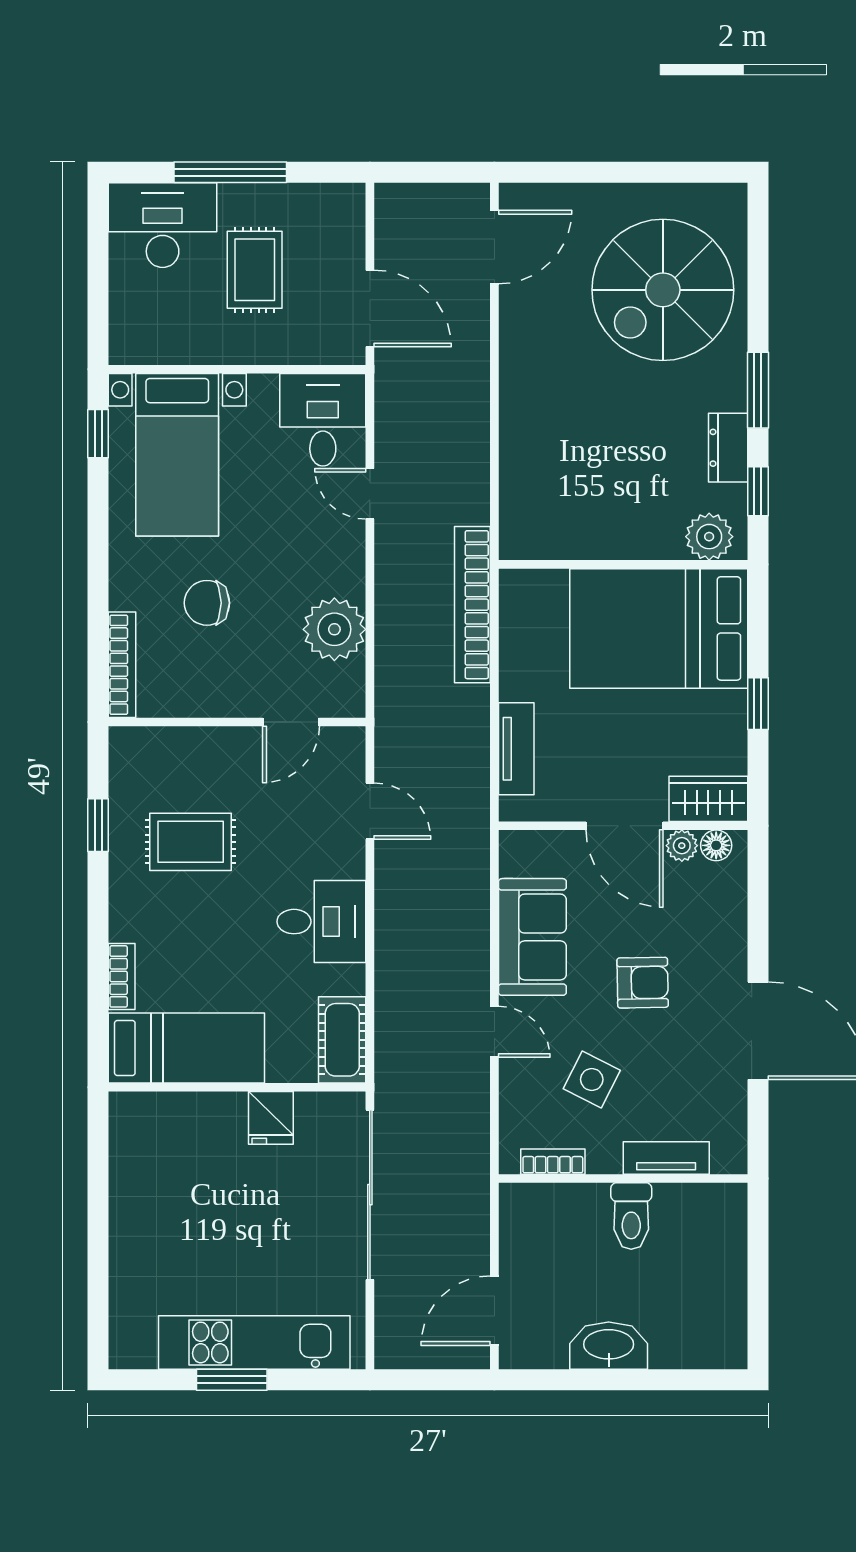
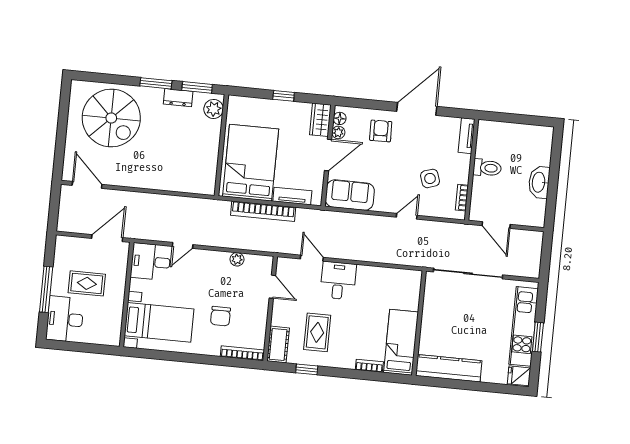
window: (98, 434) -> (147, 354), removed
window: (758, 491) -> (197, 87), width x1.50
bookcase: (472, 605) -> (263, 211), moved
bed: (659, 628) -> (251, 163), moved, turned 180
plant: (334, 629) -> (237, 259), width x0.53, depth x0.53
door: (370, 811) -> (312, 258), hinge flipped
desk: (321, 922) -> (338, 281), moved
sofa: (532, 937) -> (350, 195), moved
armchair: (643, 983) -> (381, 131), moved
cot: (342, 1040) -> (278, 345), moved, turned 90
side table: (592, 1079) -> (430, 178), turned 45
fridge: (271, 1118) -> (519, 376), moved, turned 180
tv unit: (666, 1158) -> (466, 136), moved
kitchen counter: (135, 1170) -> (449, 368), added
door: (494, 1311) -> (496, 225), moved

